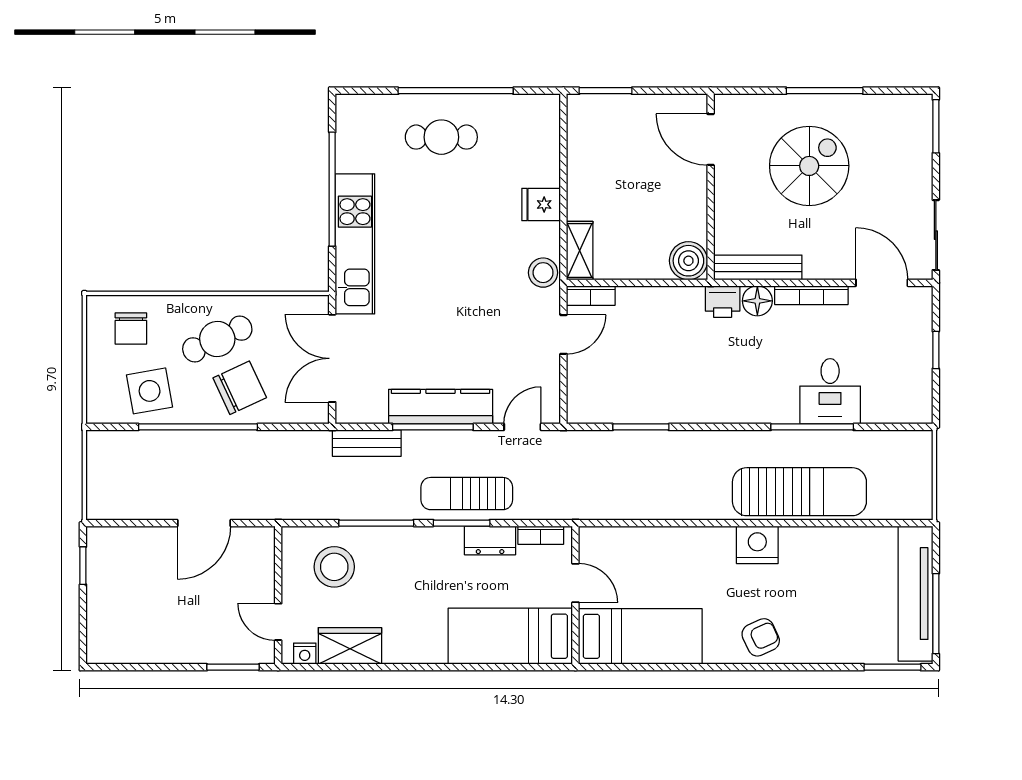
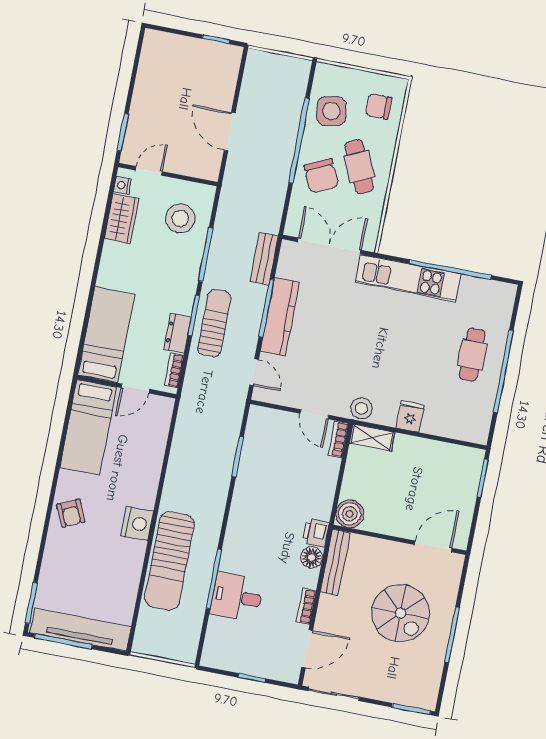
bookcase: (811, 295) -> (306, 606), width x0.64

